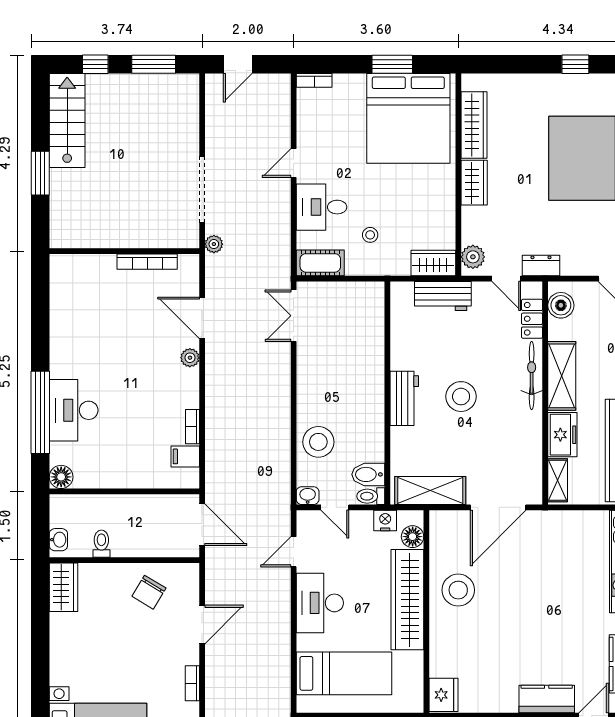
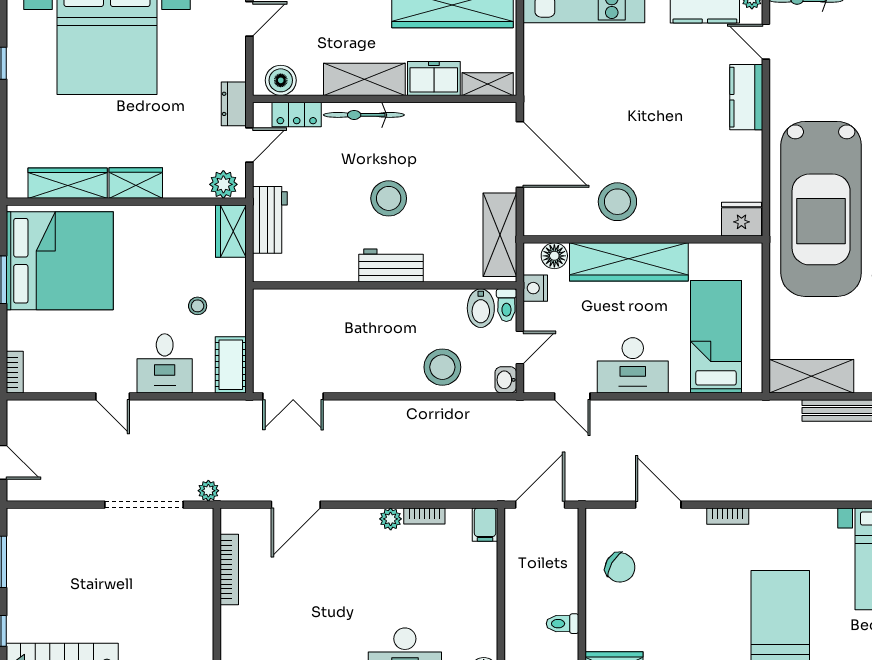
plant: (190, 358) -> (391, 519), moved
filing cabinet: (185, 456) -> (485, 525), moved

